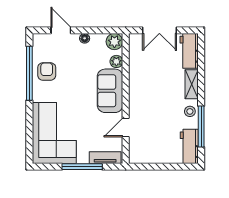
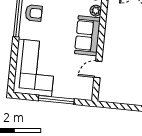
armchair: (47, 71) -> (34, 13), turned 90
tv unit: (105, 158) -> (77, 94), removed

